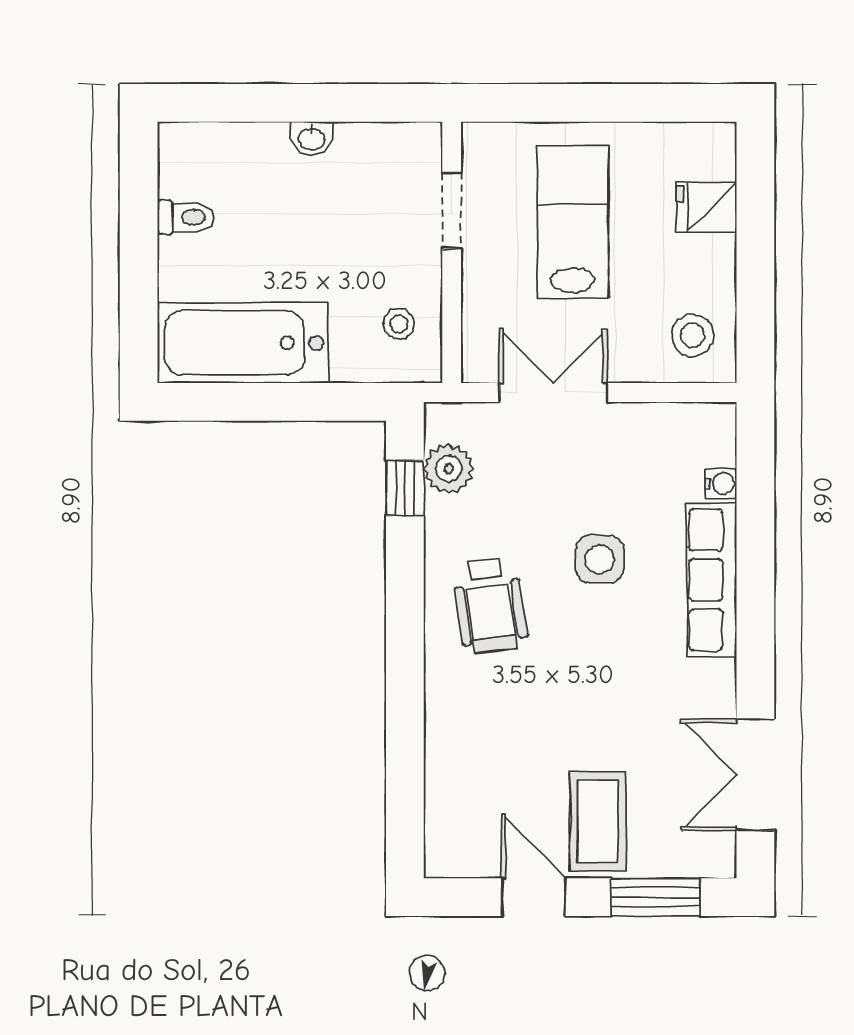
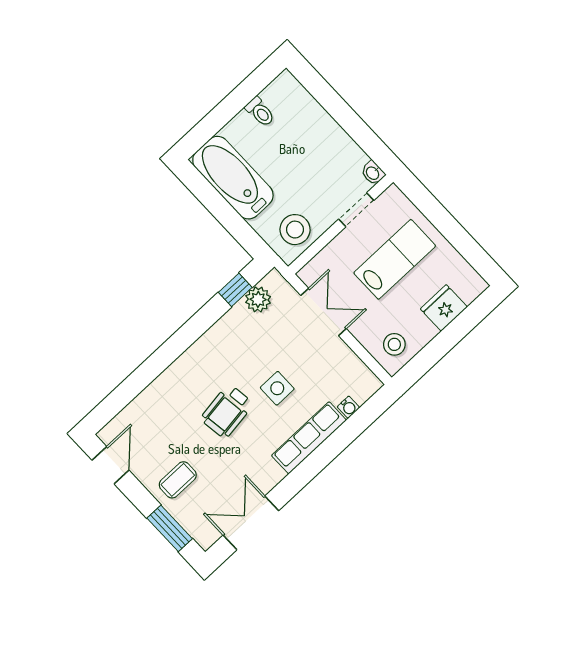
washbasin: (311, 138) -> (373, 173), moved
fridge: (707, 207) -> (444, 308), width x1.38
stool: (399, 324) -> (295, 230), width x1.89, depth x1.89
wheelchair: (490, 605) -> (227, 411), moved
coffee table: (598, 821) -> (178, 480), width x0.73, depth x0.77
door: (533, 897) -> (110, 465), moved

